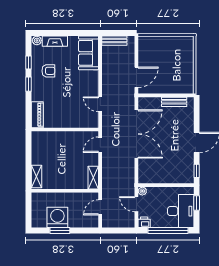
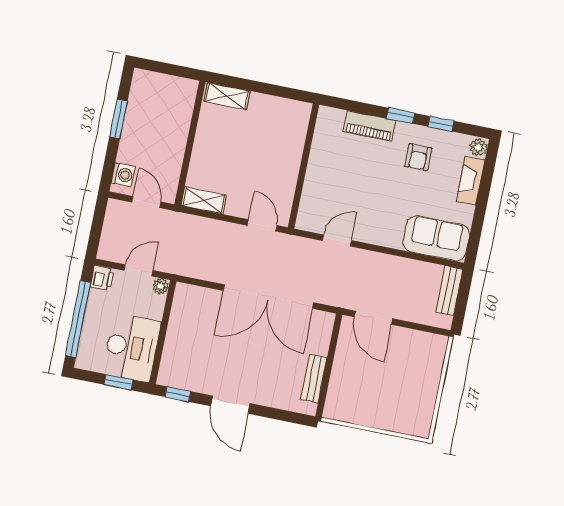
piano: (37, 115) -> (370, 126), moved
desk: (181, 211) -> (131, 347), moved, turned -90
washing machine: (57, 217) -> (123, 175), moved, width x0.53, depth x0.53

